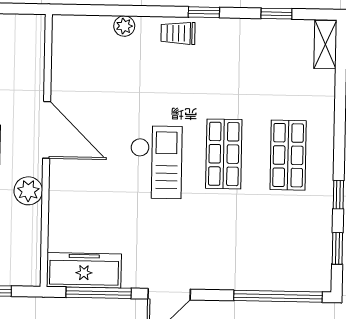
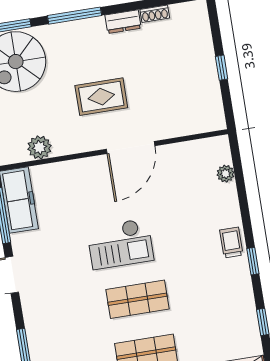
plant: (124, 26) -> (226, 174), moved
plant: (28, 191) -> (39, 147), moved

